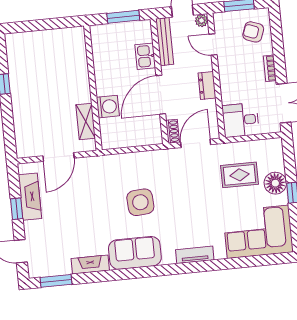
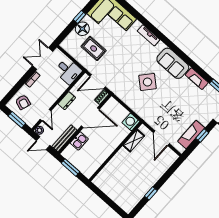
washing machine: (108, 107) -> (131, 122), moved
door: (58, 157) -> (161, 138), swing flipped
side table: (140, 202) -> (148, 82), turned 45

